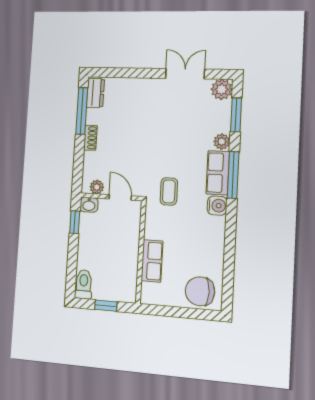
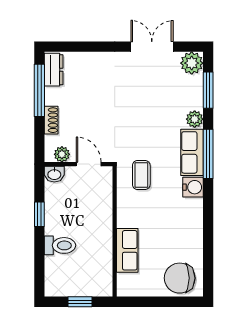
plant: (97, 187) -> (62, 154), moved
wall: (111, 197) -> (79, 164), moved
door: (120, 197) -> (89, 164), moved
washbasin: (89, 205) -> (54, 174), moved
toilet: (84, 284) -> (60, 245), moved, turned 90

